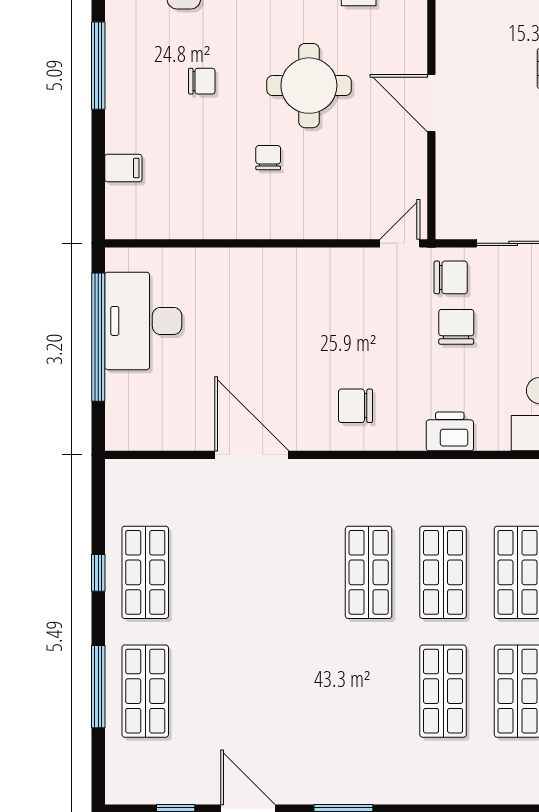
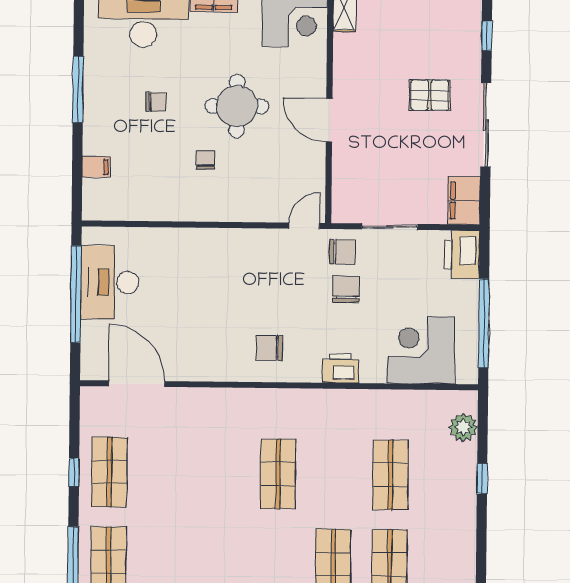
door: (252, 455) -> (137, 384), moved
shop shelf: (443, 572) -> (334, 474), removed

